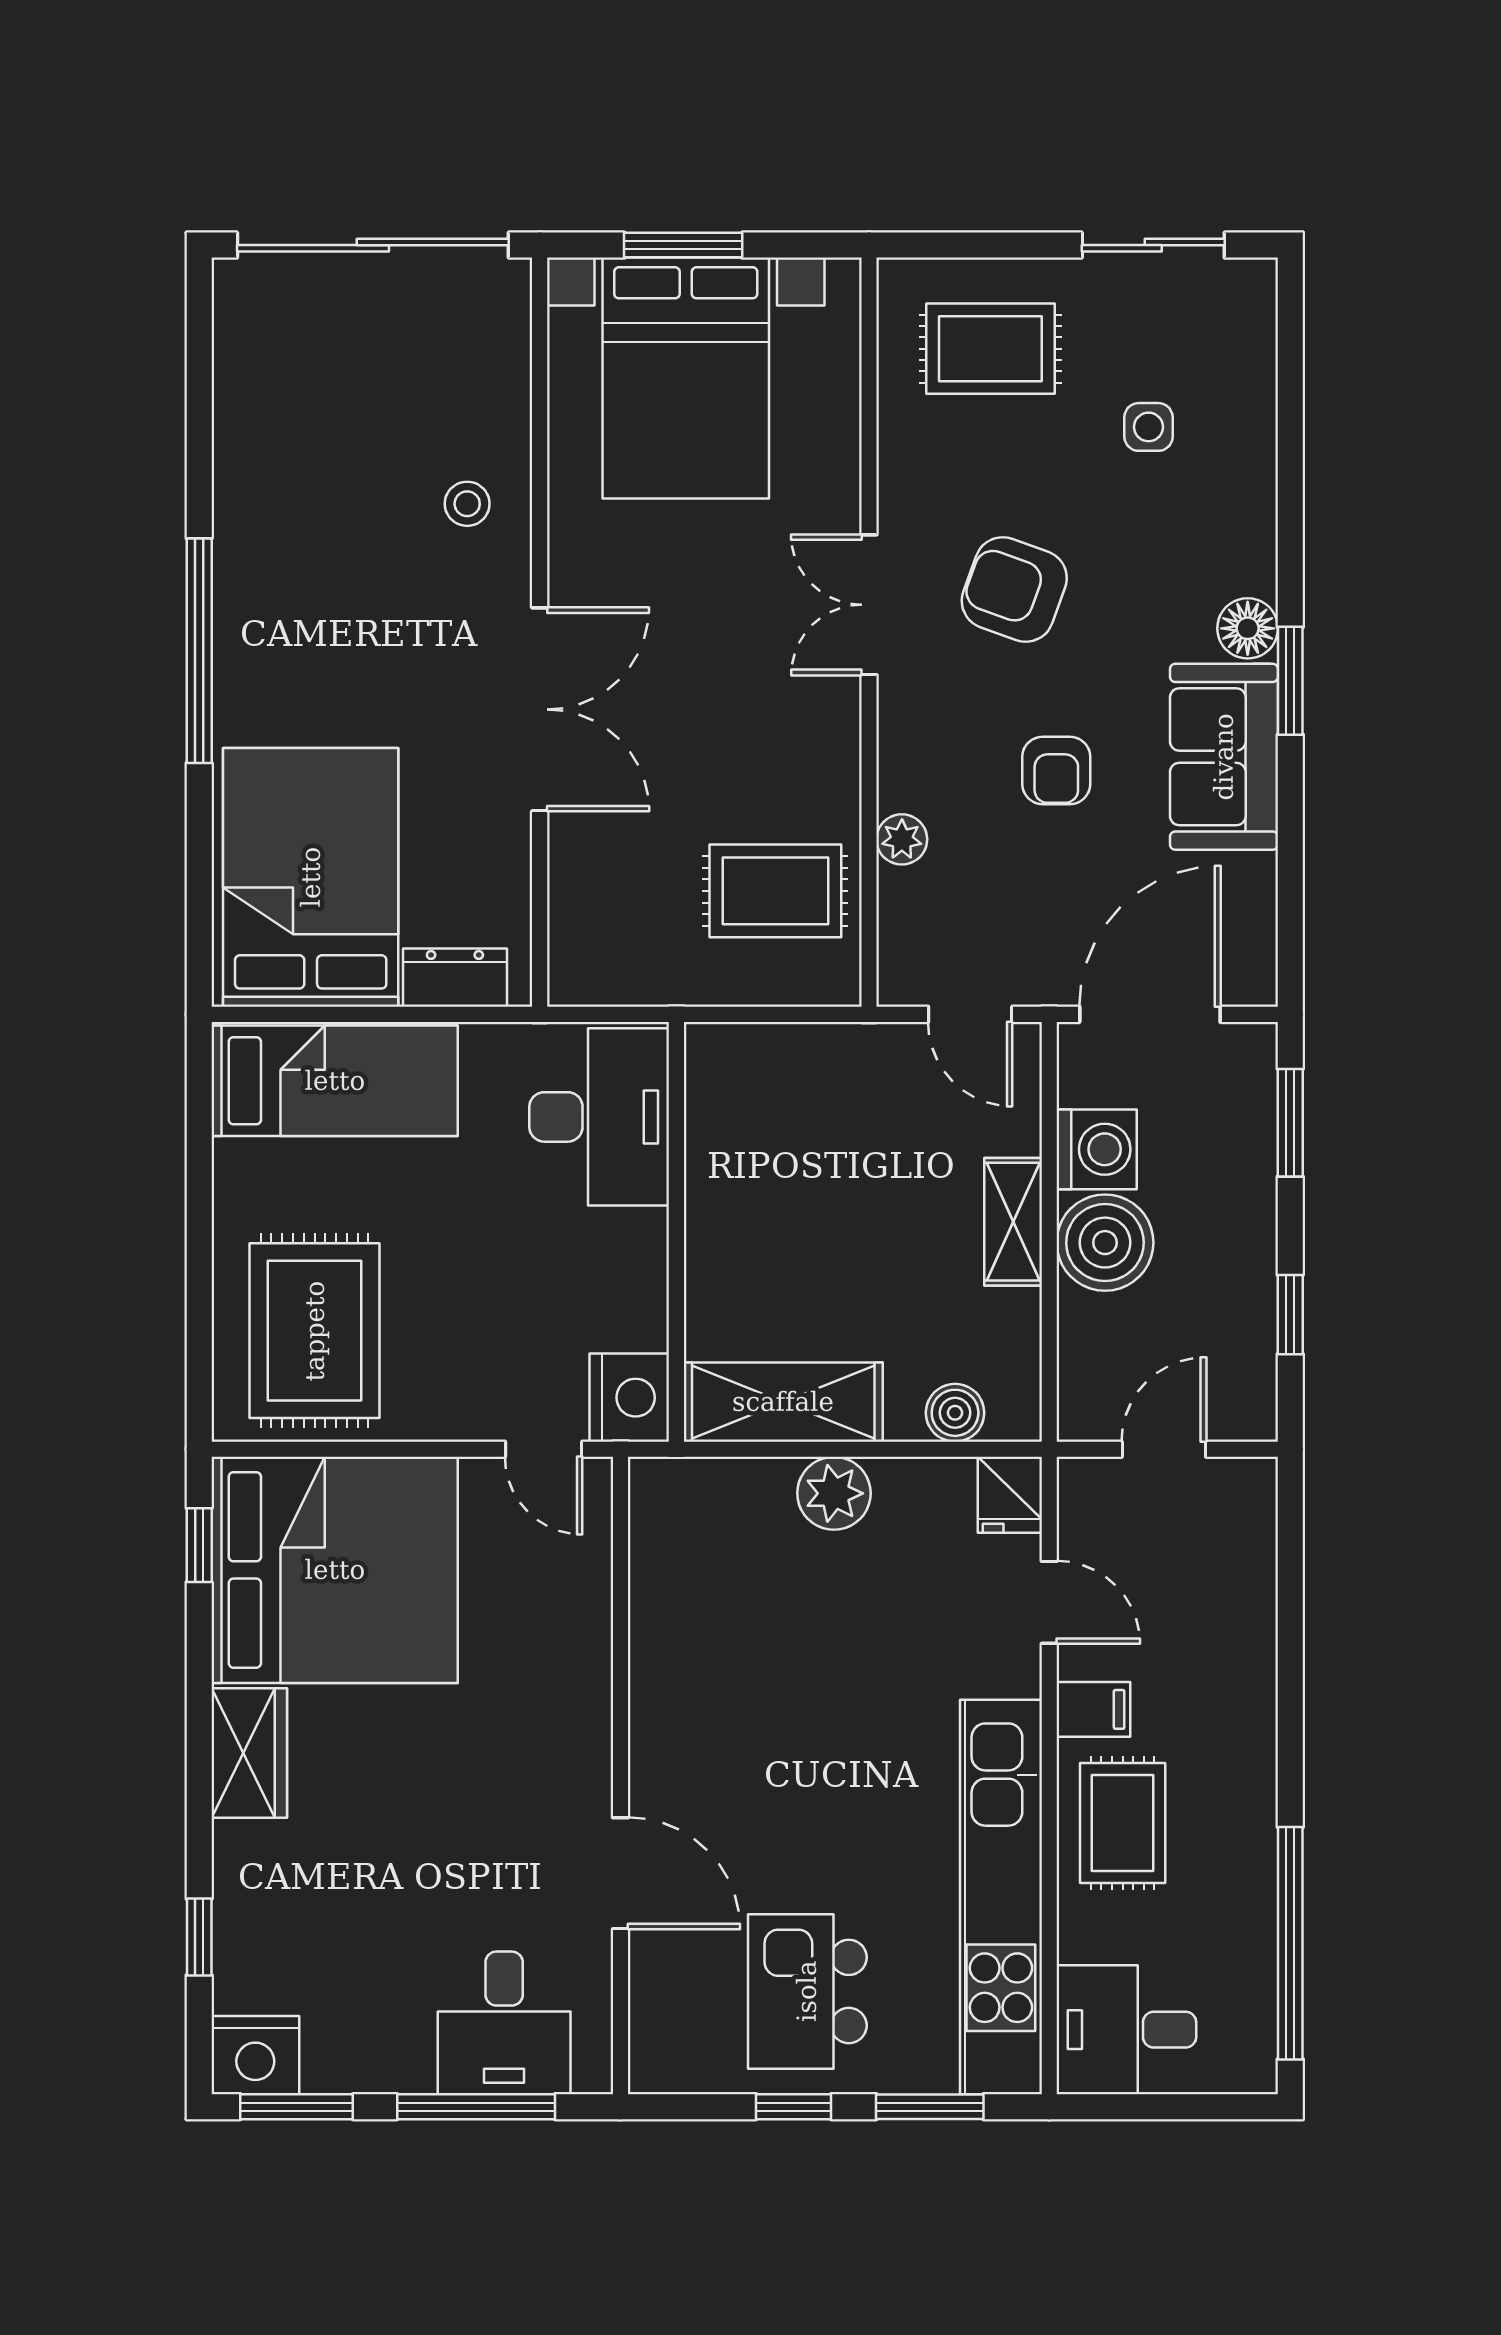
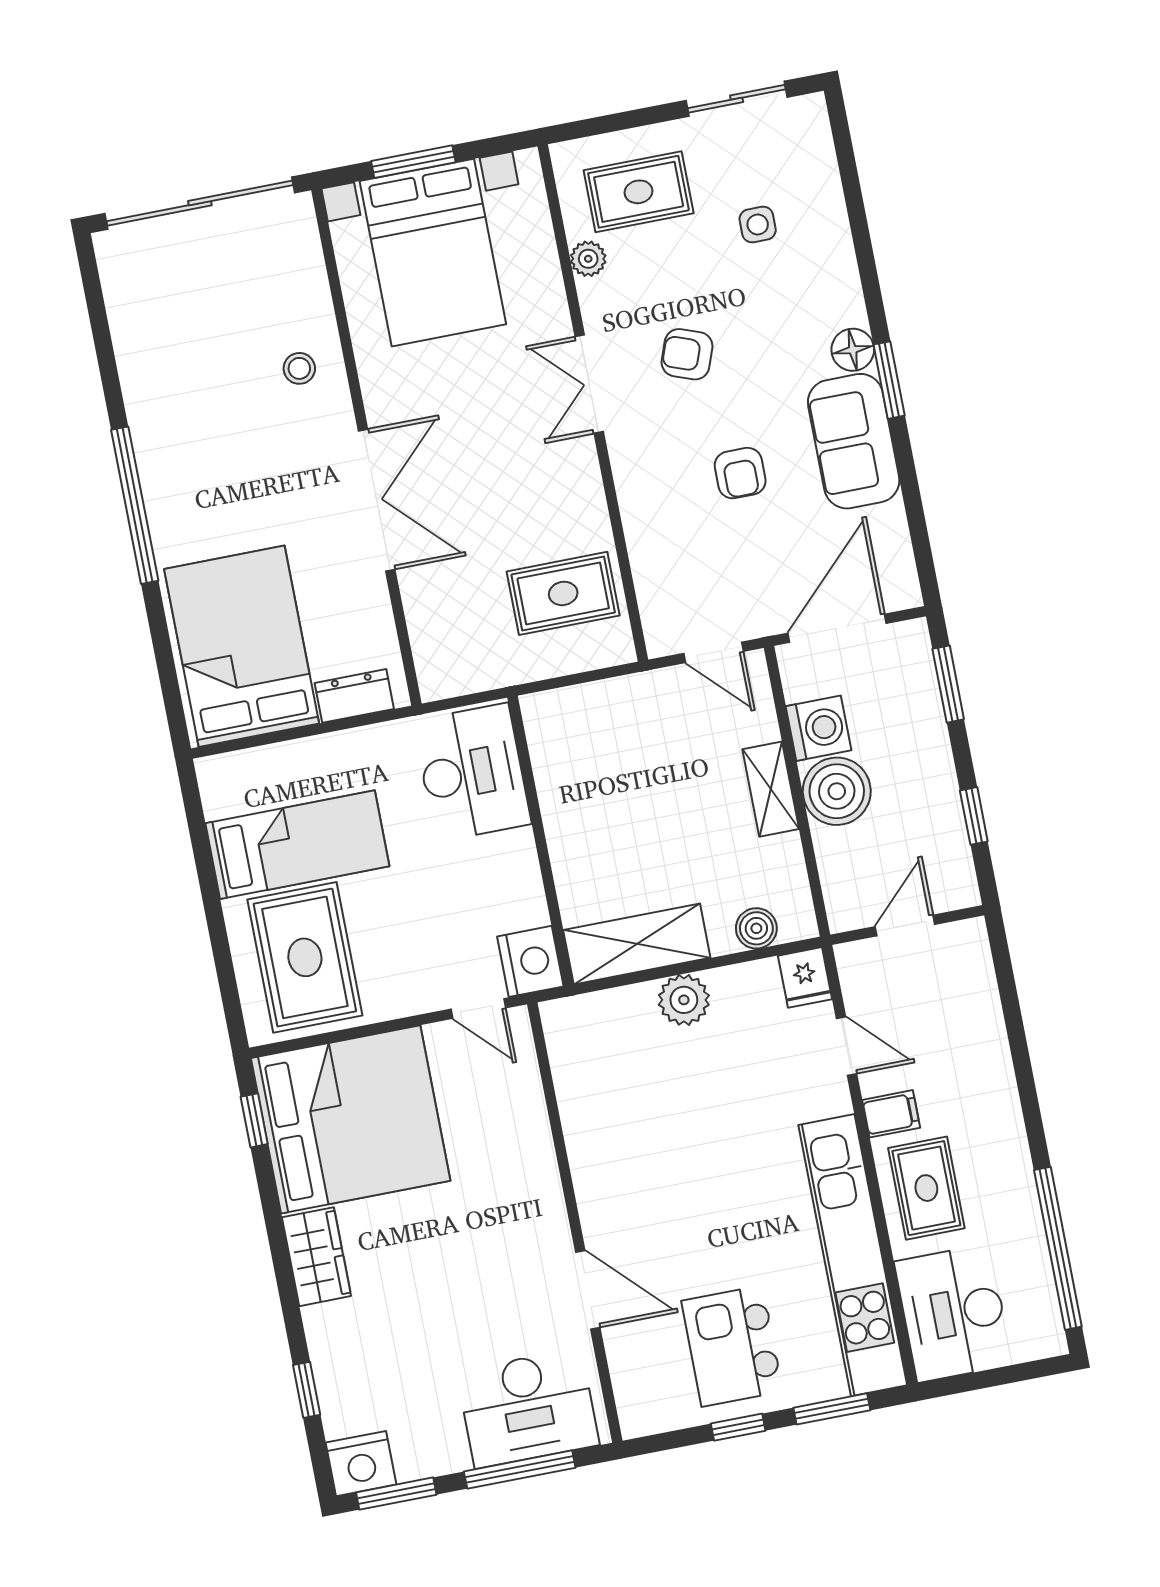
armchair: (1014, 589) -> (687, 354), width x0.72, depth x0.72
plant: (902, 839) -> (588, 259), moved
bed: (335, 1081) -> (297, 845), moved
desk: (504, 2023) -> (528, 1408), width x1.37
desk: (1126, 2030) -> (953, 1313), width x1.37

